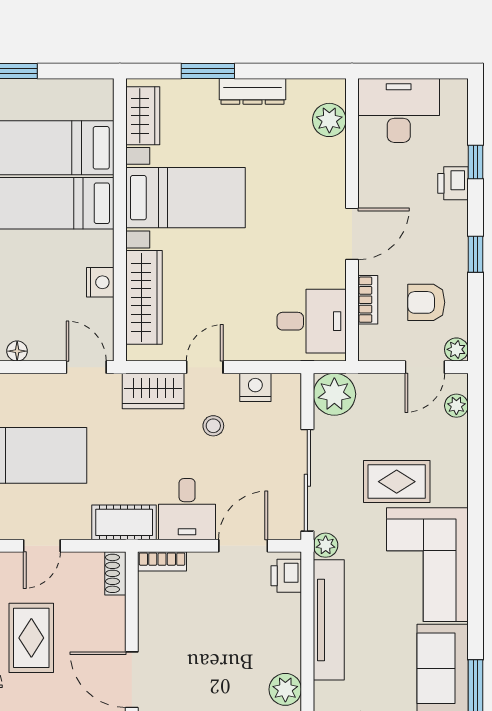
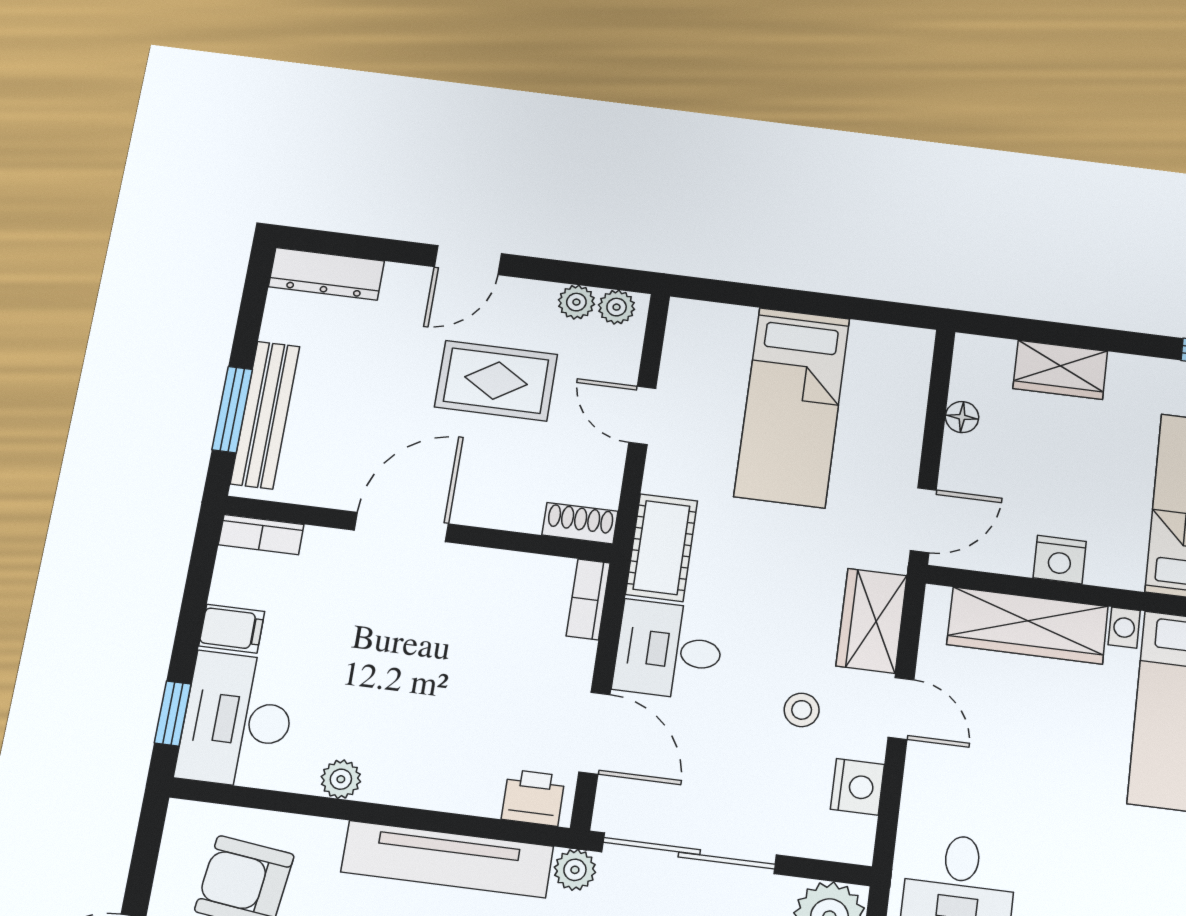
plant: (285, 689) -> (341, 779), width x0.73, depth x0.73

